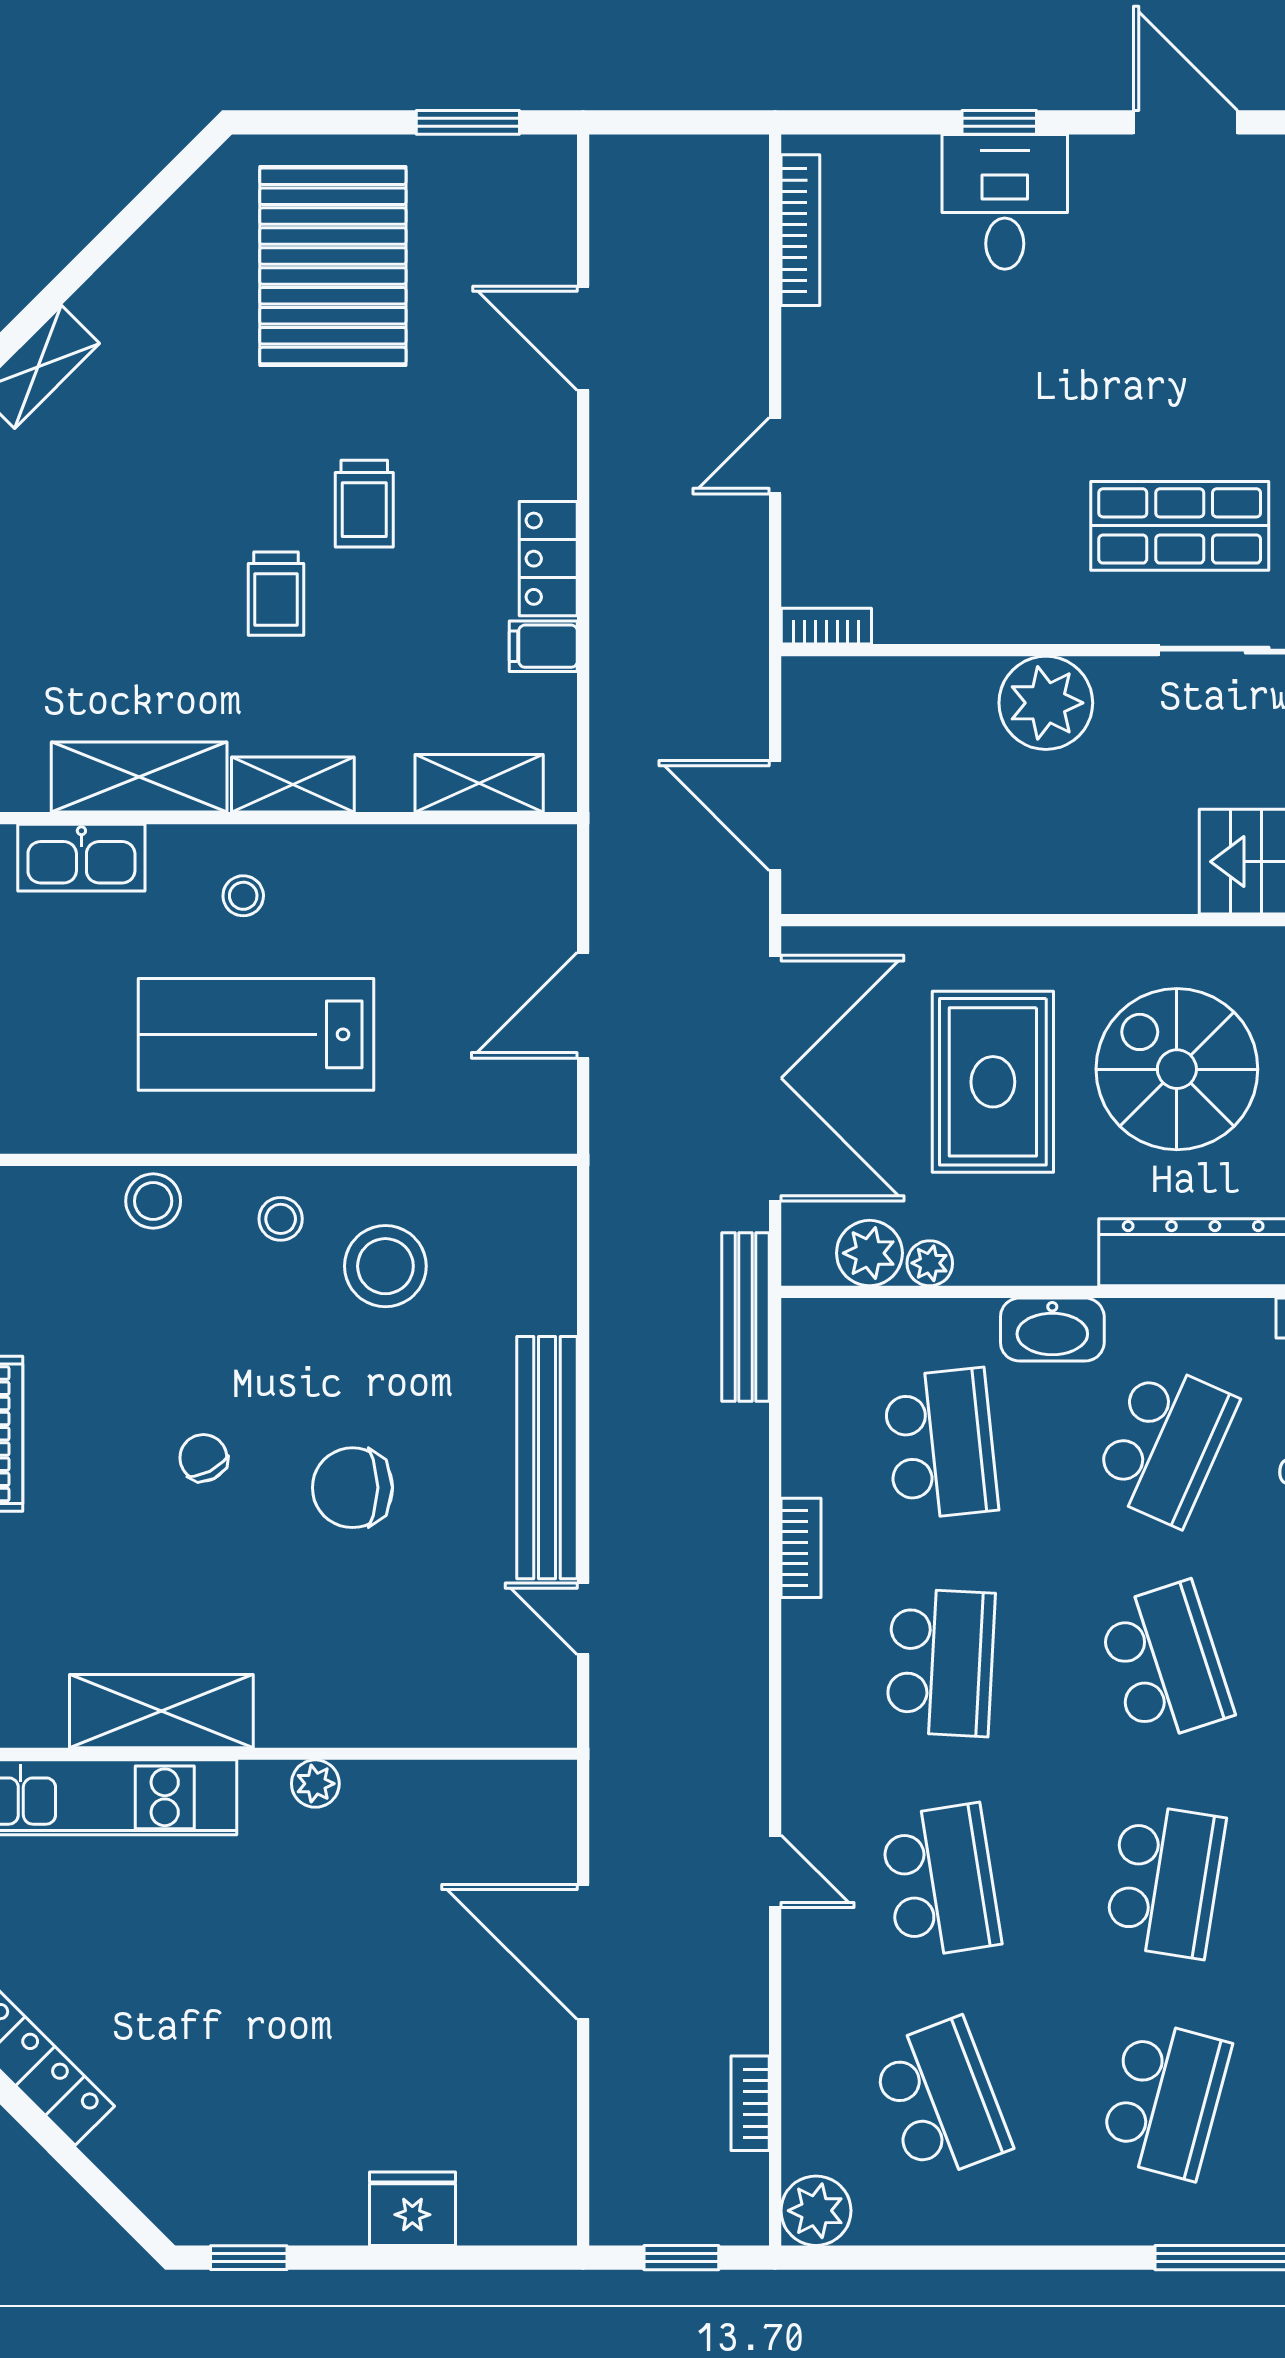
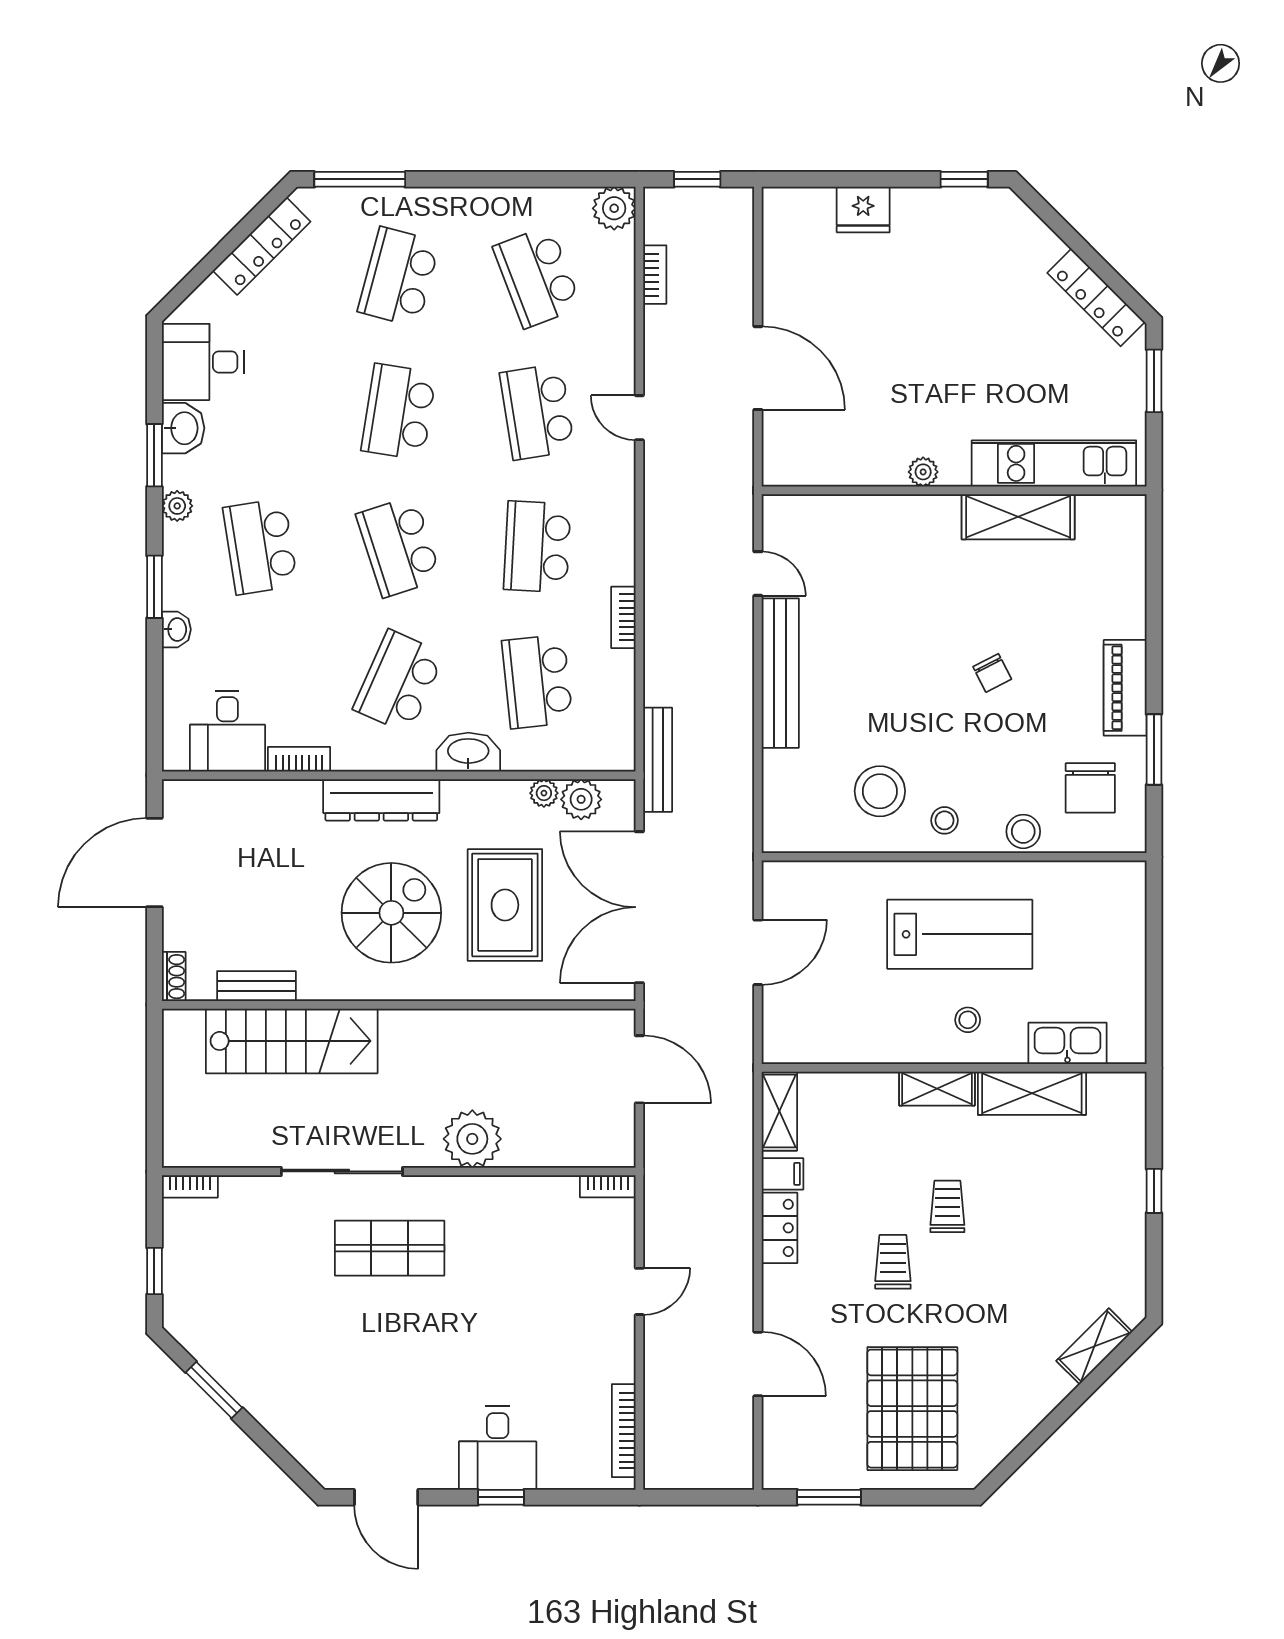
shelving: (479, 783) -> (779, 1111), moved, turned 90
spiral stairs: (1177, 1069) -> (391, 913), turned -90
chair: (352, 1488) -> (1090, 788), moved, turned 90

